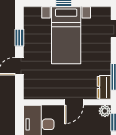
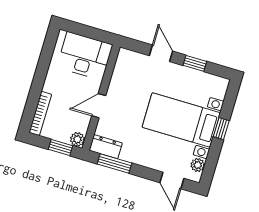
plant: (97, 12) -> (198, 165), added
door: (74, 102) -> (99, 106), hinge flipped

